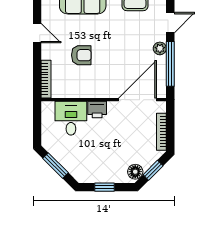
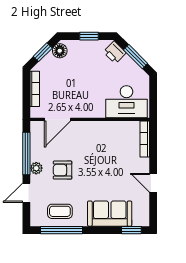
armchair: (81, 55) -> (63, 170), moved
door: (138, 100) -> (58, 119), width x0.73
printer: (97, 110) -> (115, 52), moved, turned -135
desk: (71, 118) -> (126, 102), width x1.37

